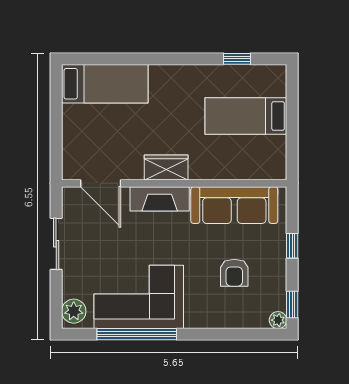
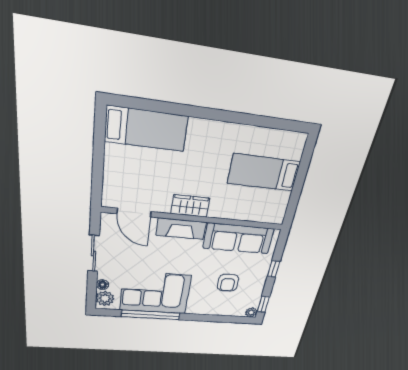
window: (237, 59) -> (268, 122), removed
floor lamp: (69, 289) -> (102, 285), added

